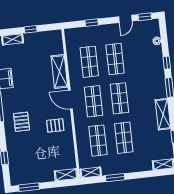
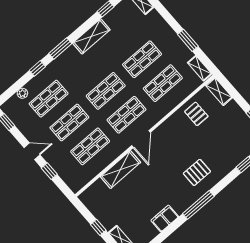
door: (125, 19) -> (32, 151), moved
shop shelf: (141, 56) -> (49, 99), added
pallet: (55, 125) -> (196, 114), moved

